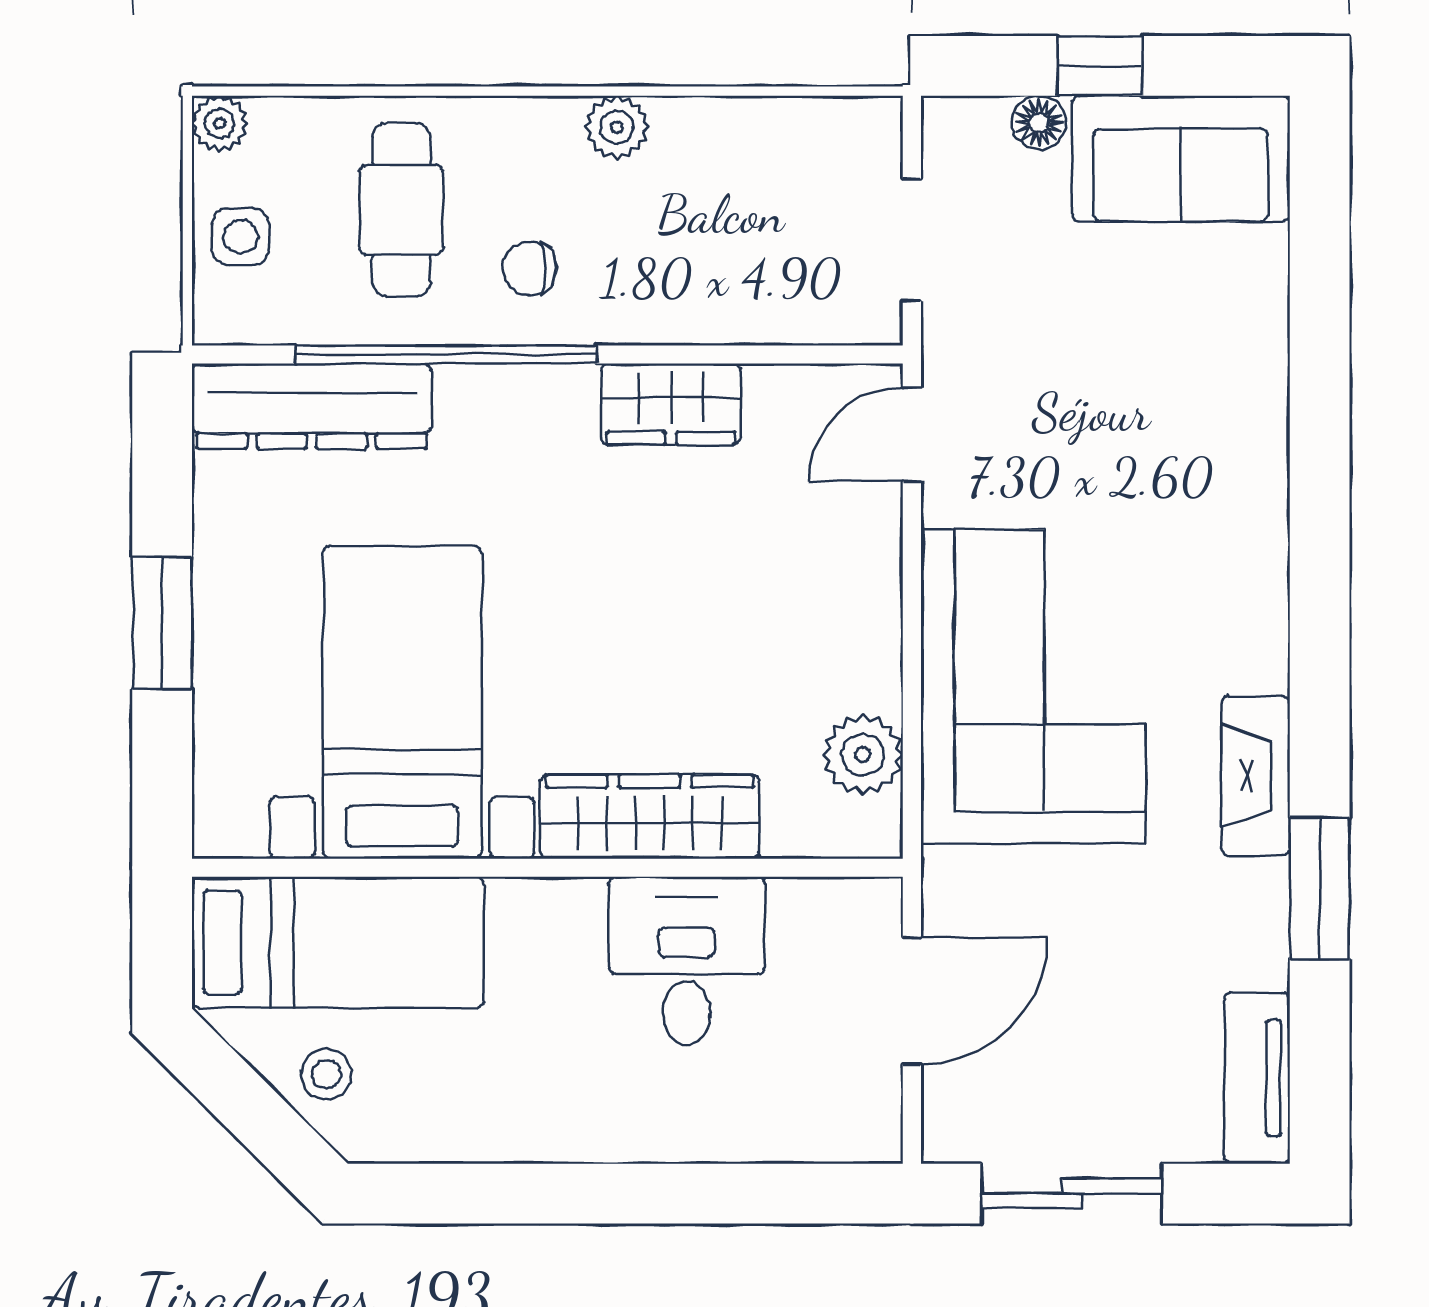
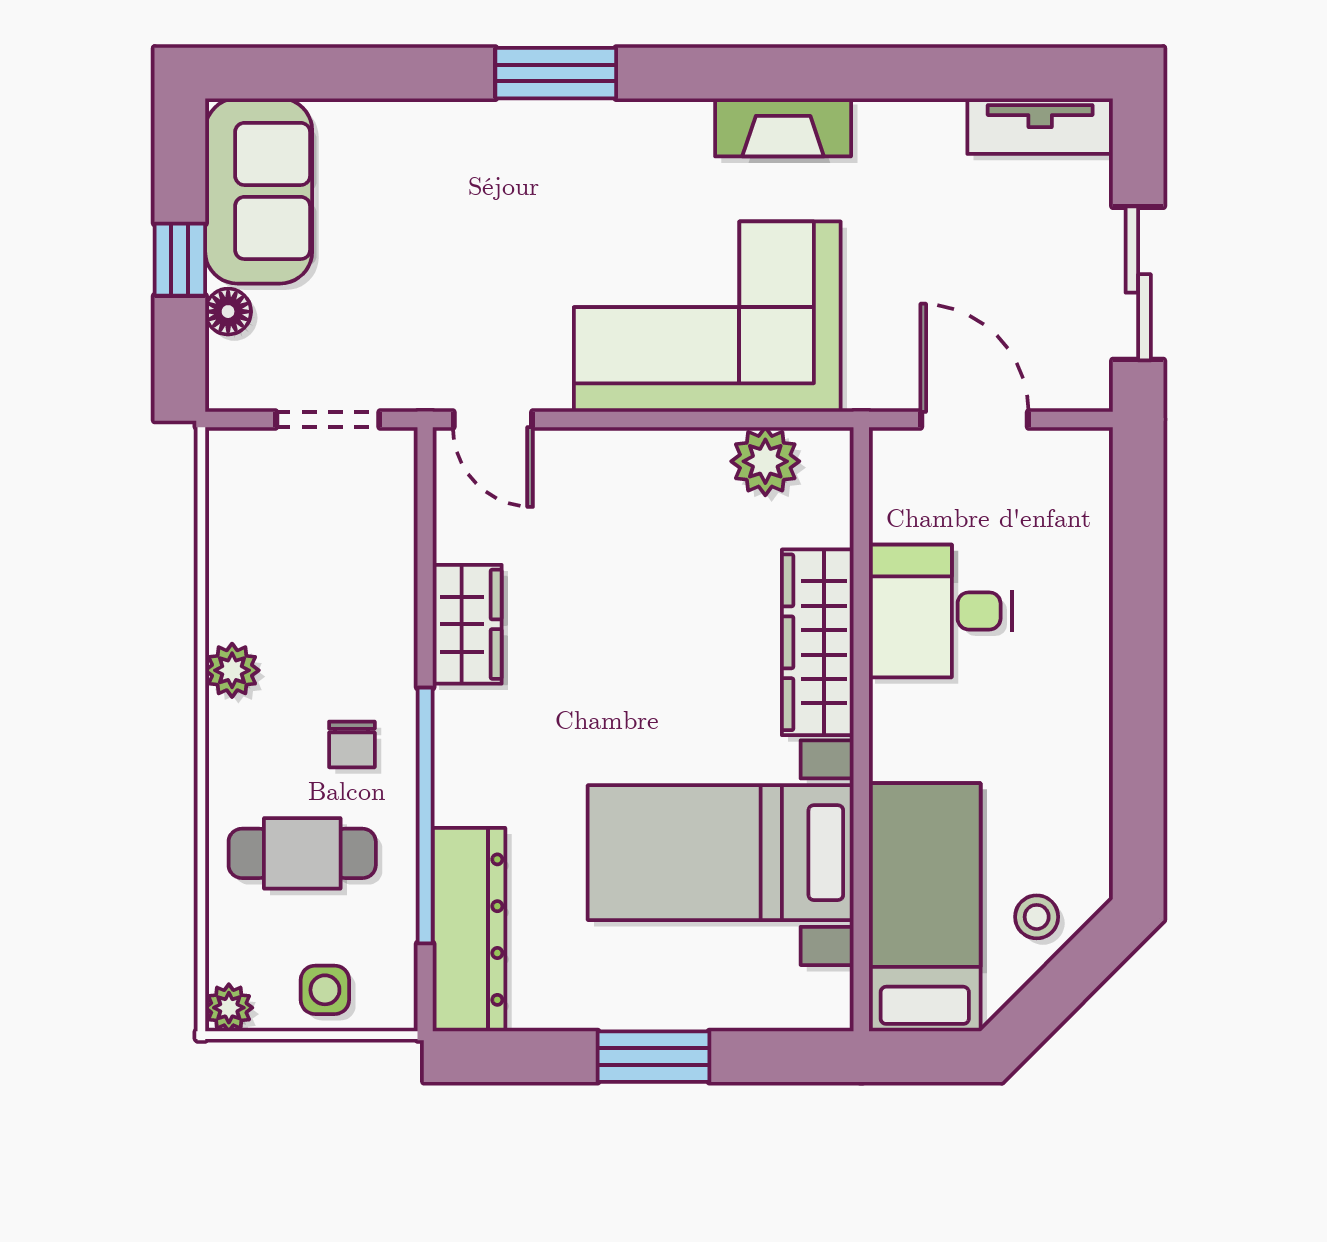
window: (1320, 889) -> (556, 73), moved

